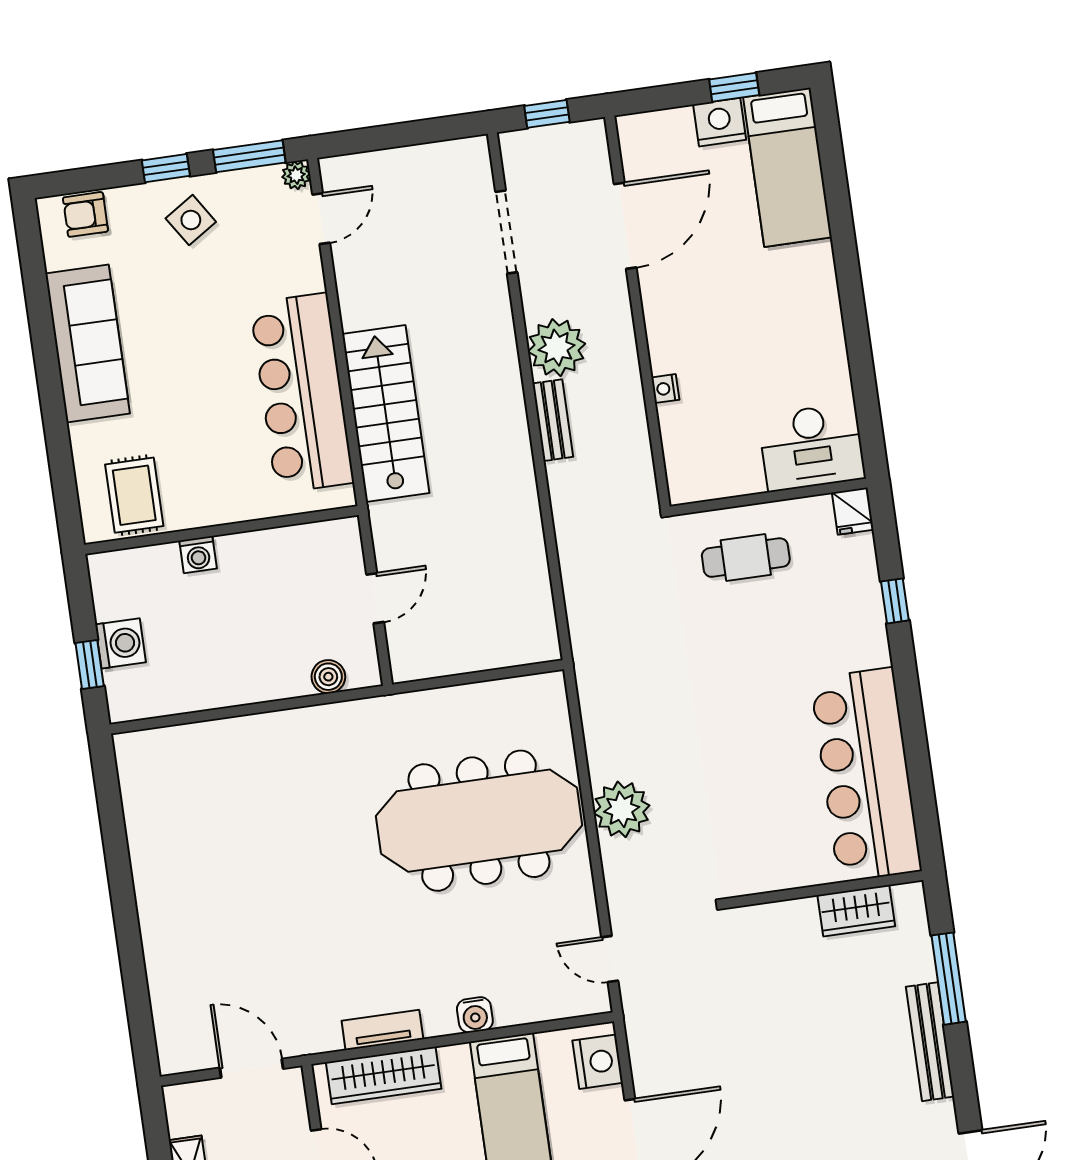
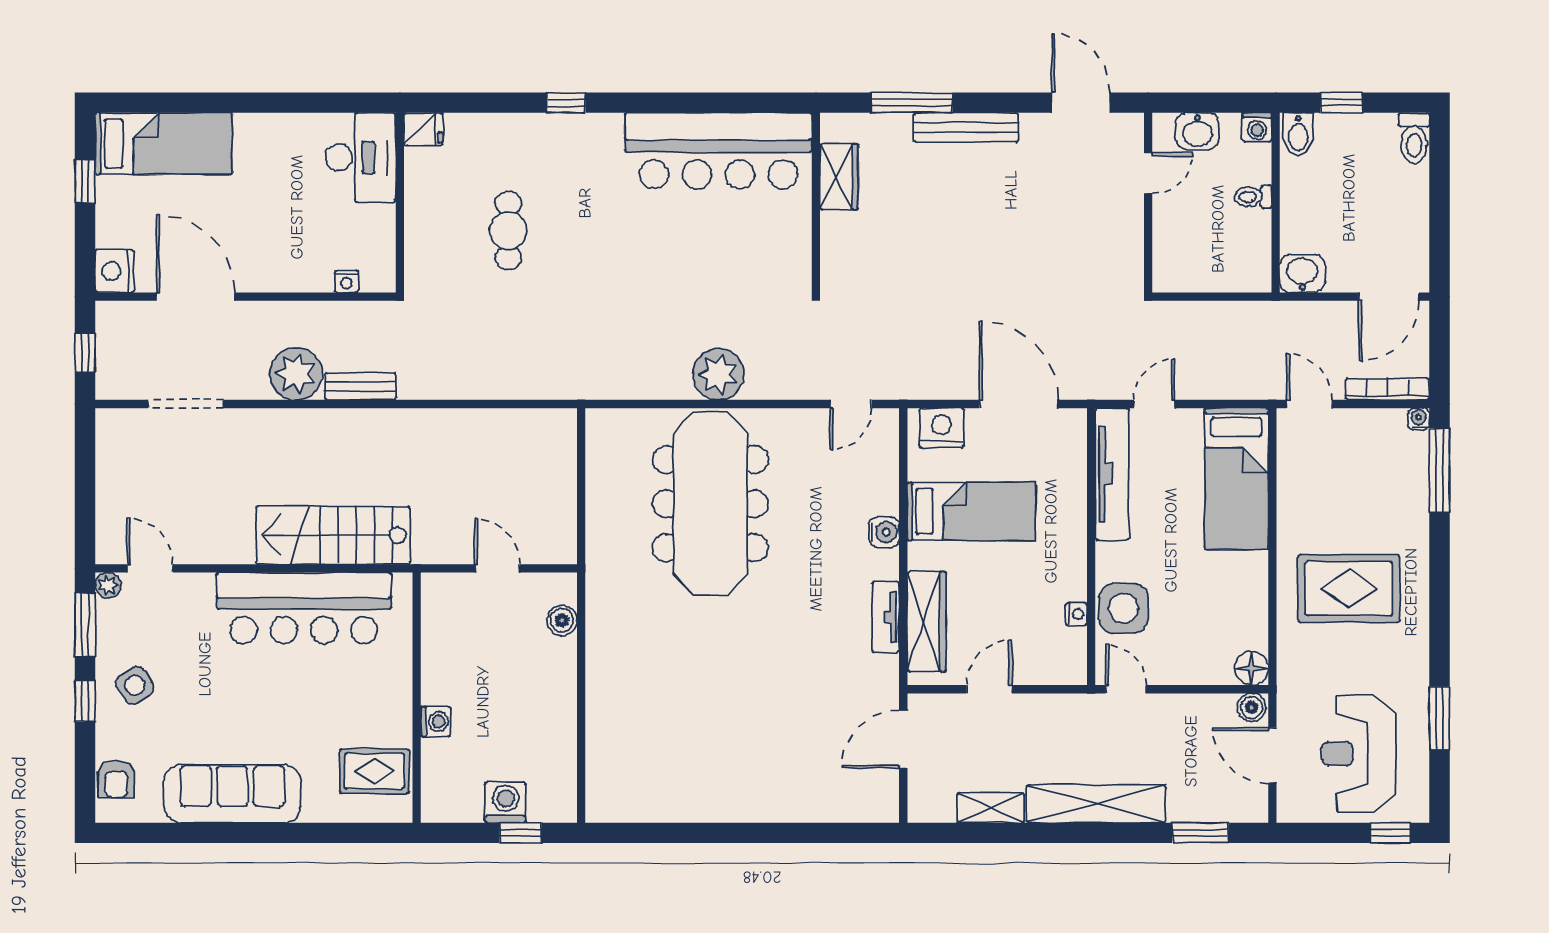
nightstand: (720, 122) -> (114, 271), moved
desk: (812, 447) -> (361, 158), moved
wall: (769, 497) -> (400, 203), moved
fridge: (853, 511) -> (423, 129), moved

